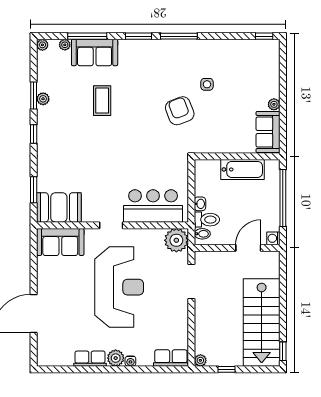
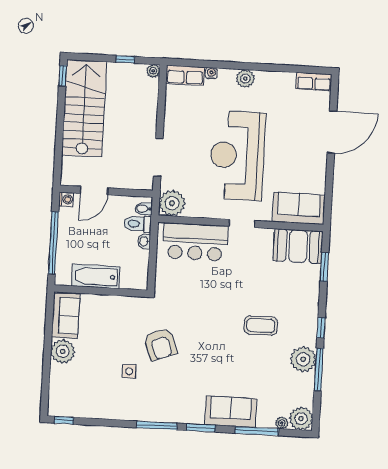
plant: (42, 45) -> (301, 419), width x1.88, depth x1.88
sofa: (95, 52) -> (231, 412), moved
window: (34, 96) -> (319, 370), width x1.44
plant: (43, 99) -> (303, 359), width x1.87, depth x1.87
coffee table: (102, 101) -> (261, 326), moved, turned 90
plant: (274, 104) -> (63, 351), width x1.88, depth x1.88
row of seats: (90, 359) -> (314, 82), moved
water cooler: (130, 361) -> (211, 73), moved

